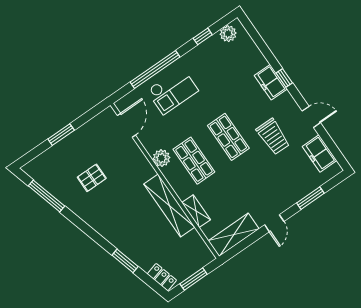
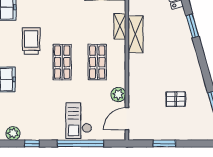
checkout: (172, 91) -> (79, 121), turned -90
window: (61, 135) -> (164, 143), moved
plant: (161, 158) -> (118, 95), moved
shelving: (169, 206) -> (136, 34), width x0.68

